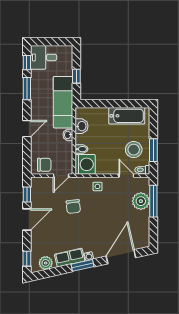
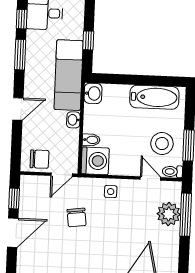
washbasin: (81, 126) -> (93, 93), moved

